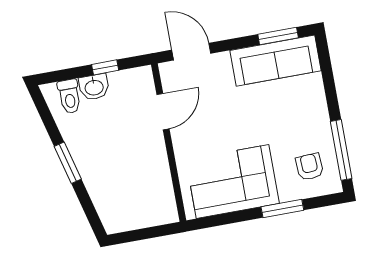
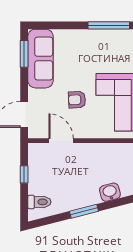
washbasin: (94, 87) -> (110, 192), moved, turned -104
armchair: (310, 167) -> (77, 100), moved

